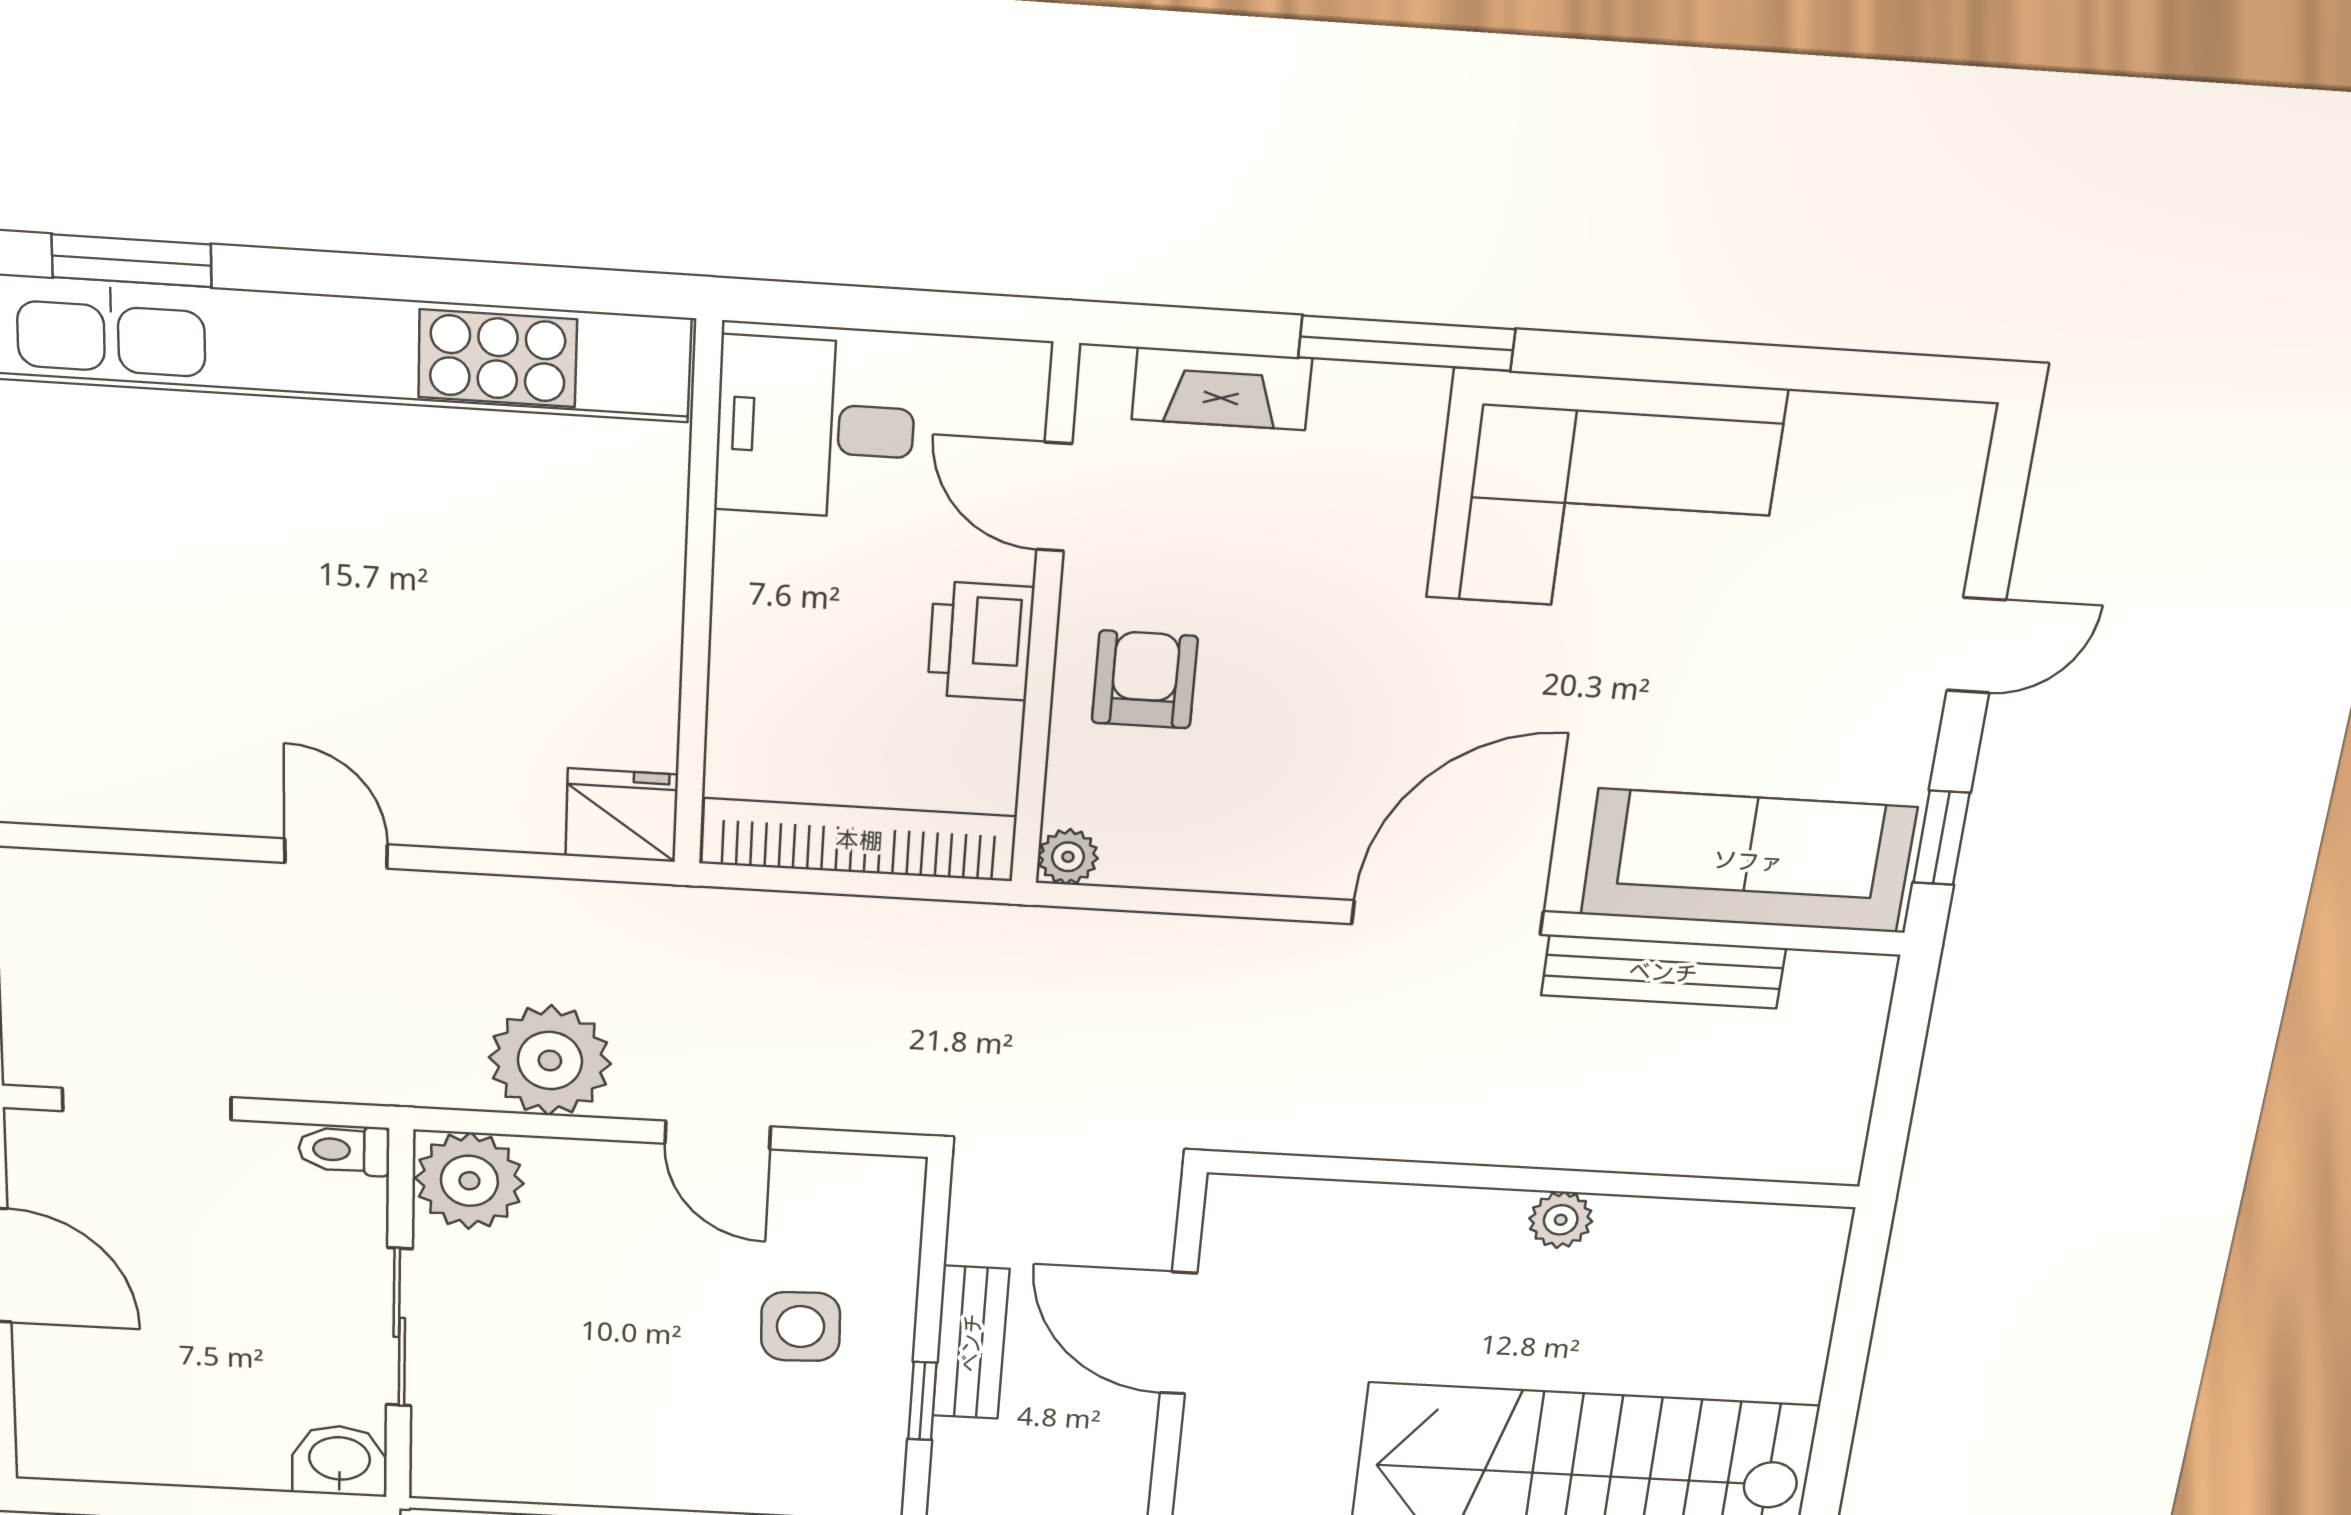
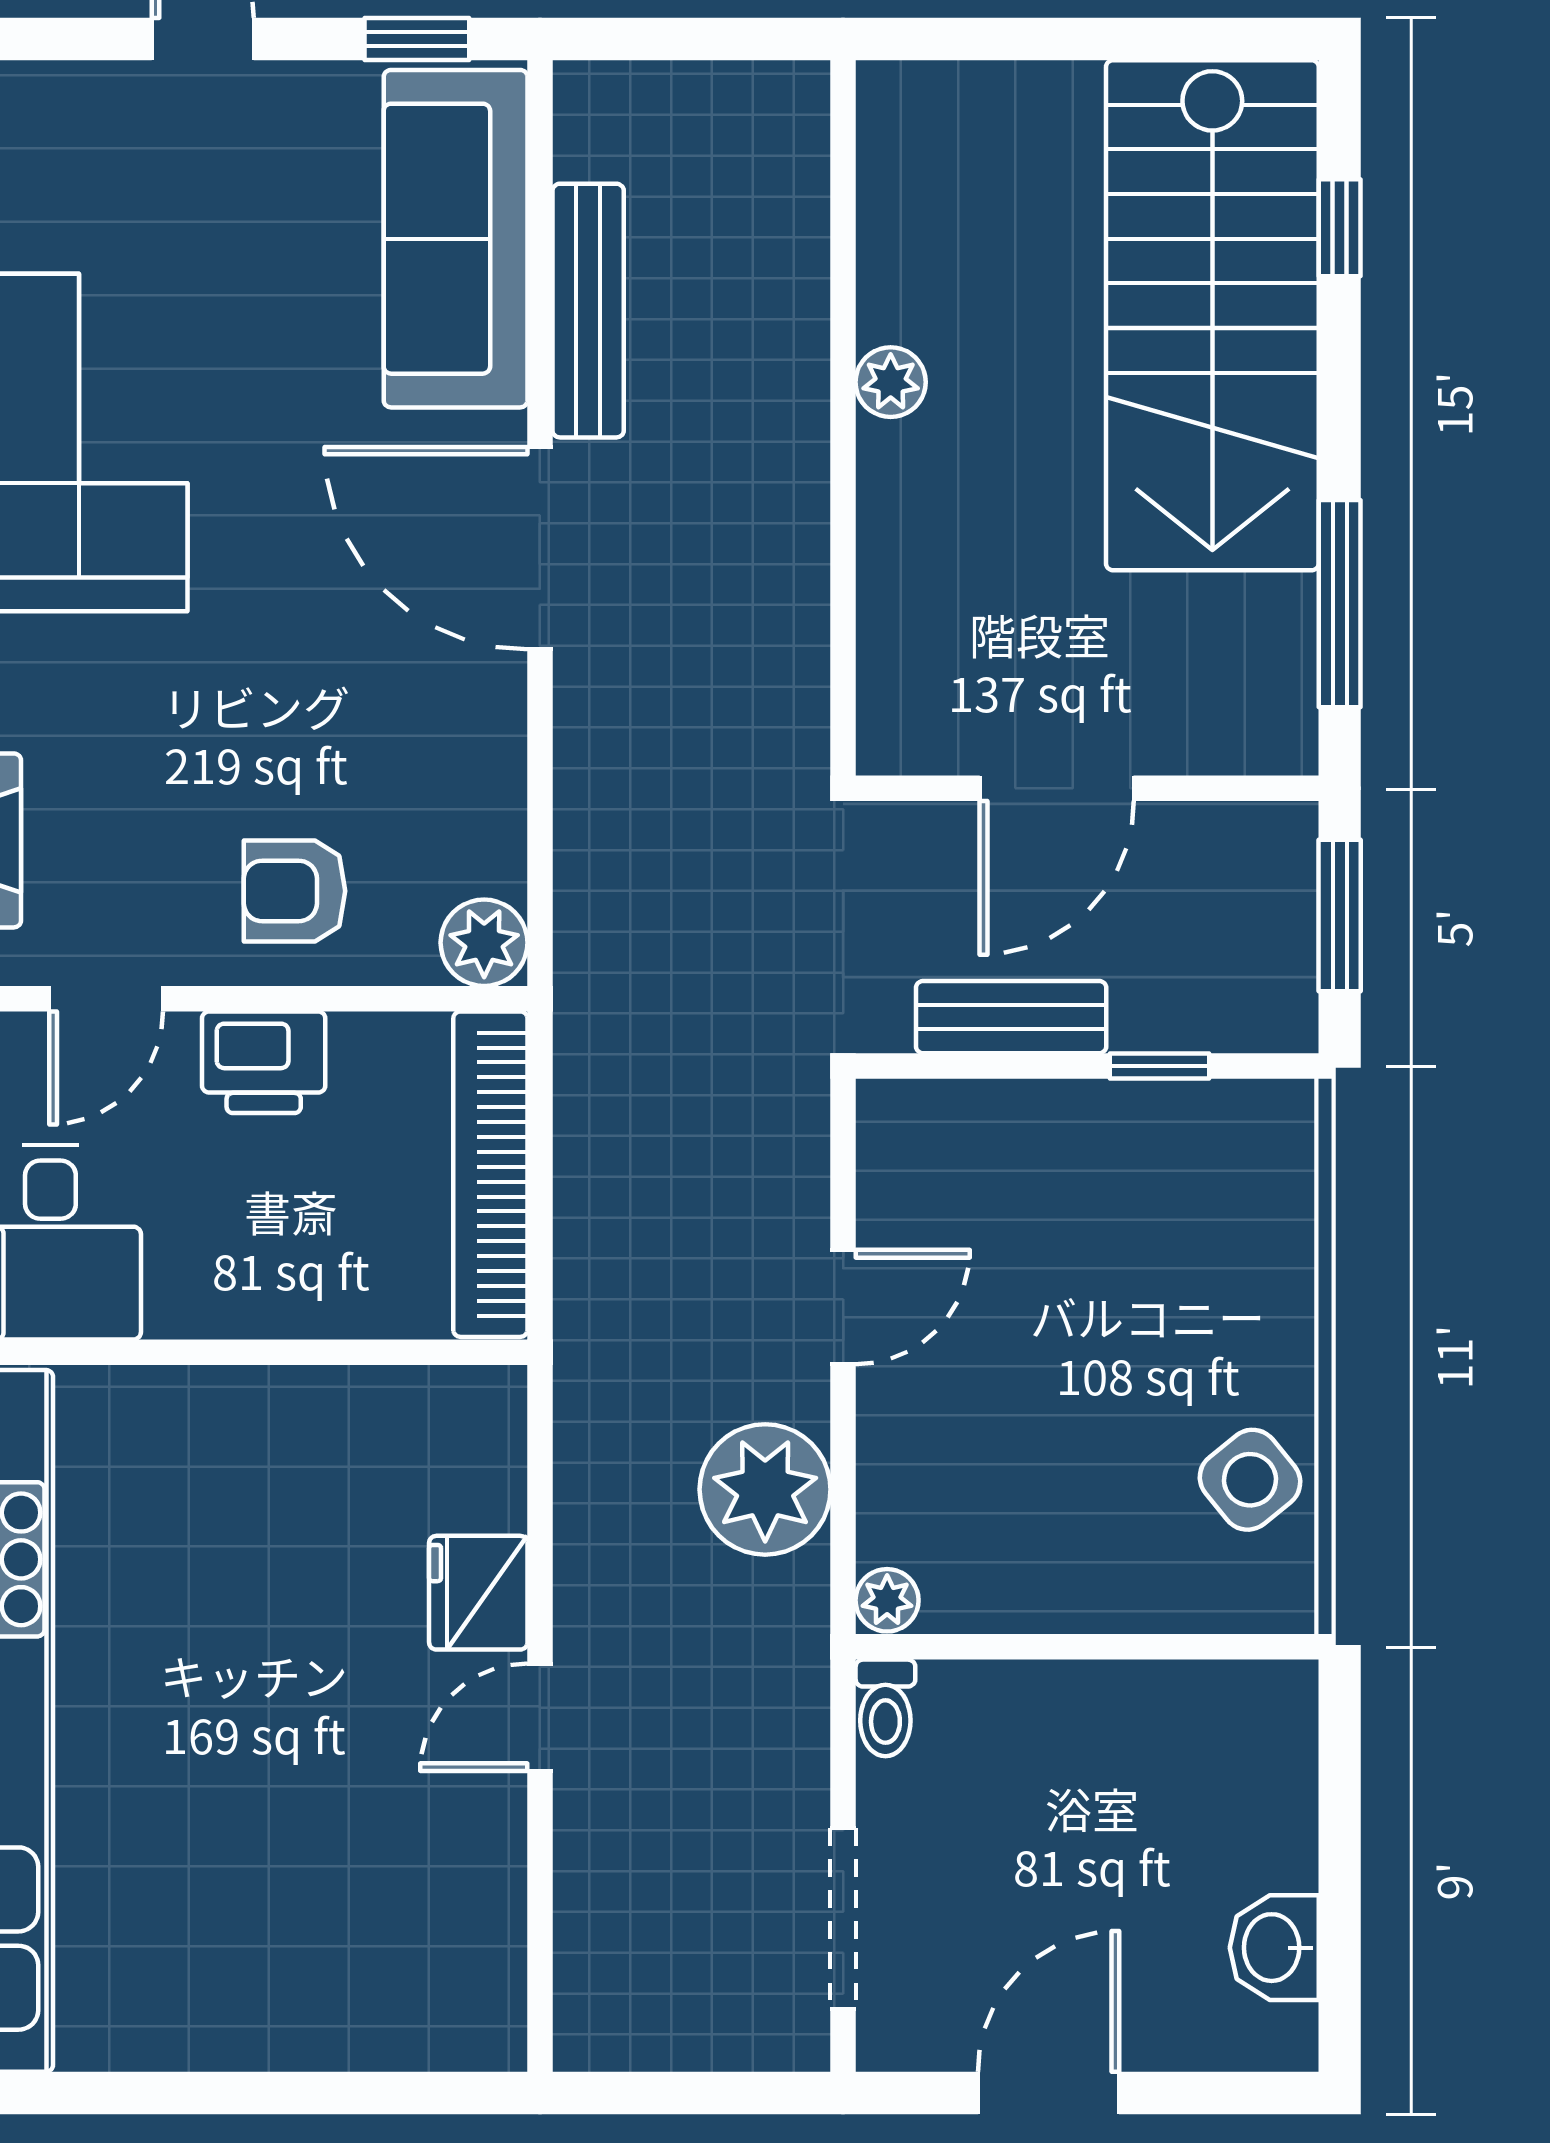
fridge: (622, 815) -> (478, 1593), moved
plant: (1068, 857) -> (484, 943), width x1.38, depth x1.38
plant: (469, 1181) -> (887, 1600), width x0.53, depth x0.53
sliding door: (399, 1327) -> (1100, 1647), removed
side table: (801, 1327) -> (1250, 1480), moved, turned -37
bench: (971, 1343) -> (1011, 1017), moved
washbasin: (340, 1460) -> (1274, 1948), moved

